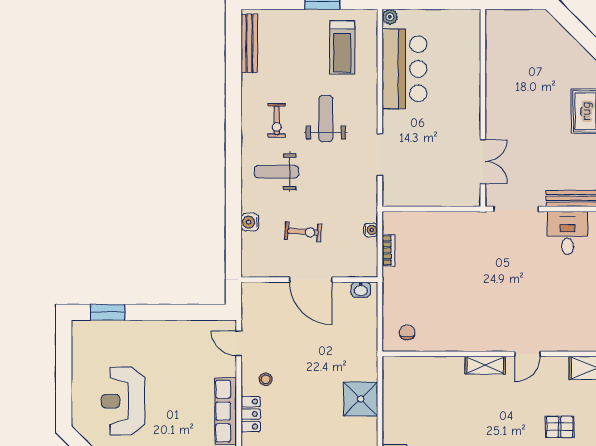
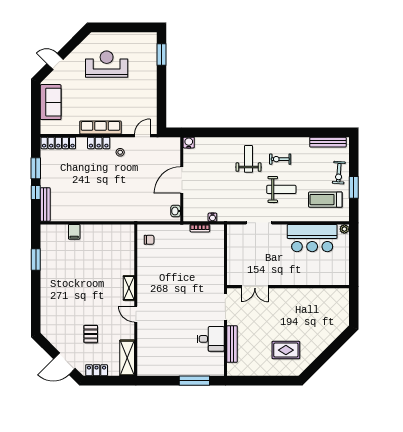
water cooler: (250, 222) -> (189, 143), moved
exercise bike: (303, 232) -> (339, 173), moved
shower: (361, 399) -> (108, 211), removed

